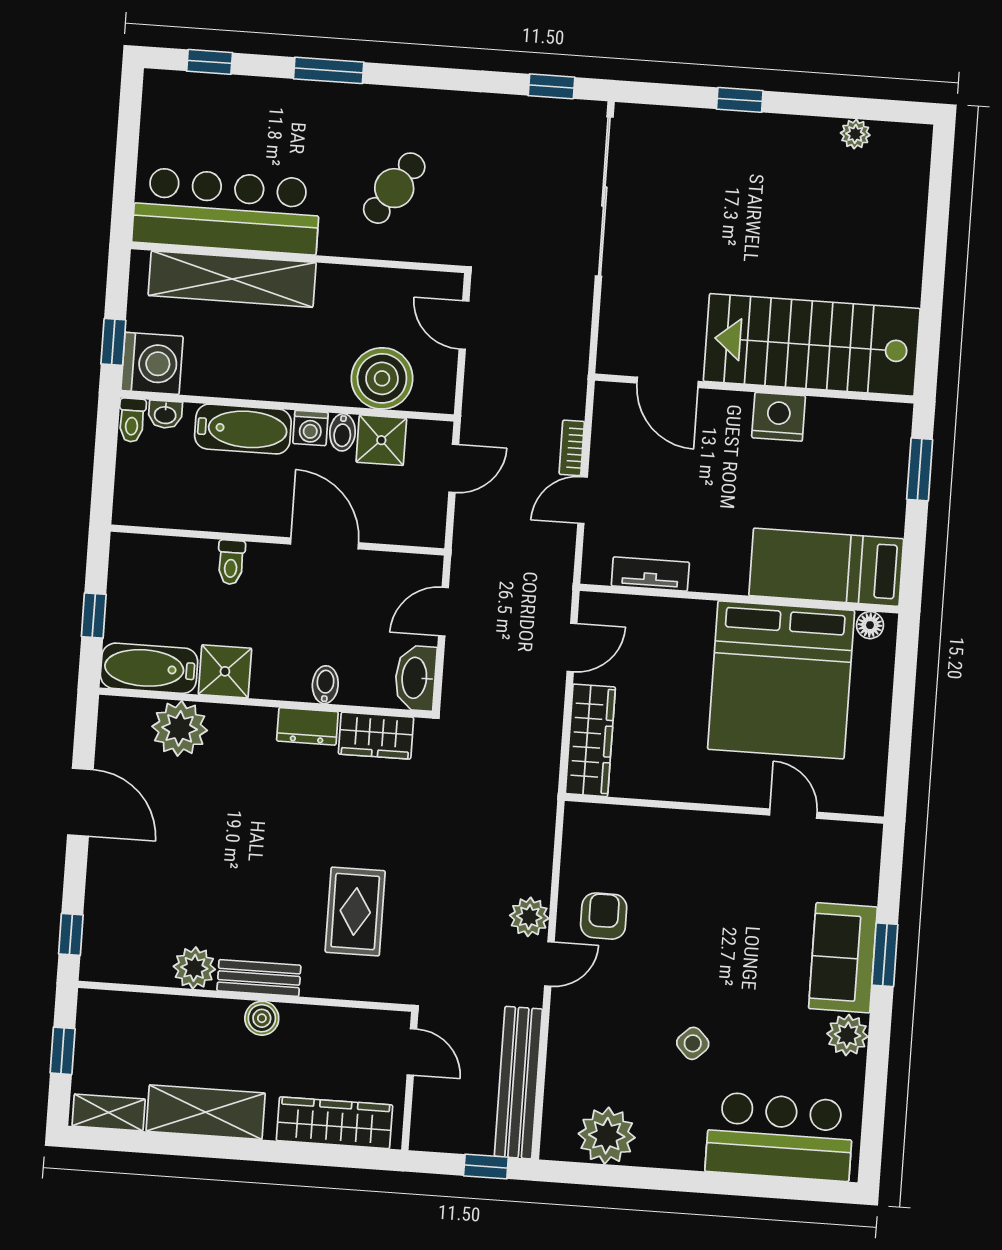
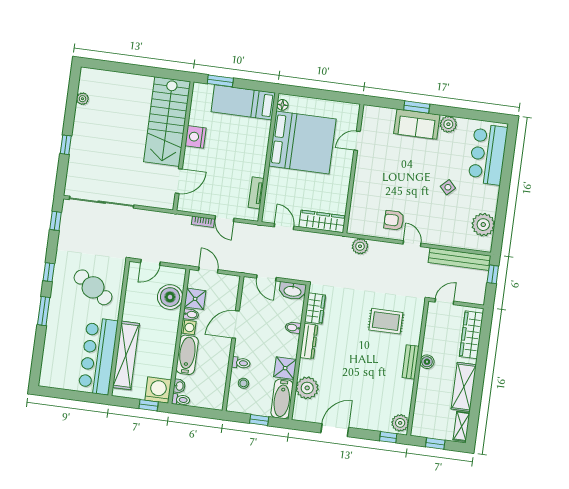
window: (210, 62) -> (49, 272), moved
cafe table: (394, 188) -> (93, 287), width x1.37, depth x1.35
bed: (826, 567) -> (243, 102), moved, turned 90
stool: (181, 571) -> (243, 383), added
dresser: (307, 726) -> (309, 341), width x1.44
plant: (529, 917) -> (360, 246), moved
plant: (194, 968) -> (400, 423), moved

